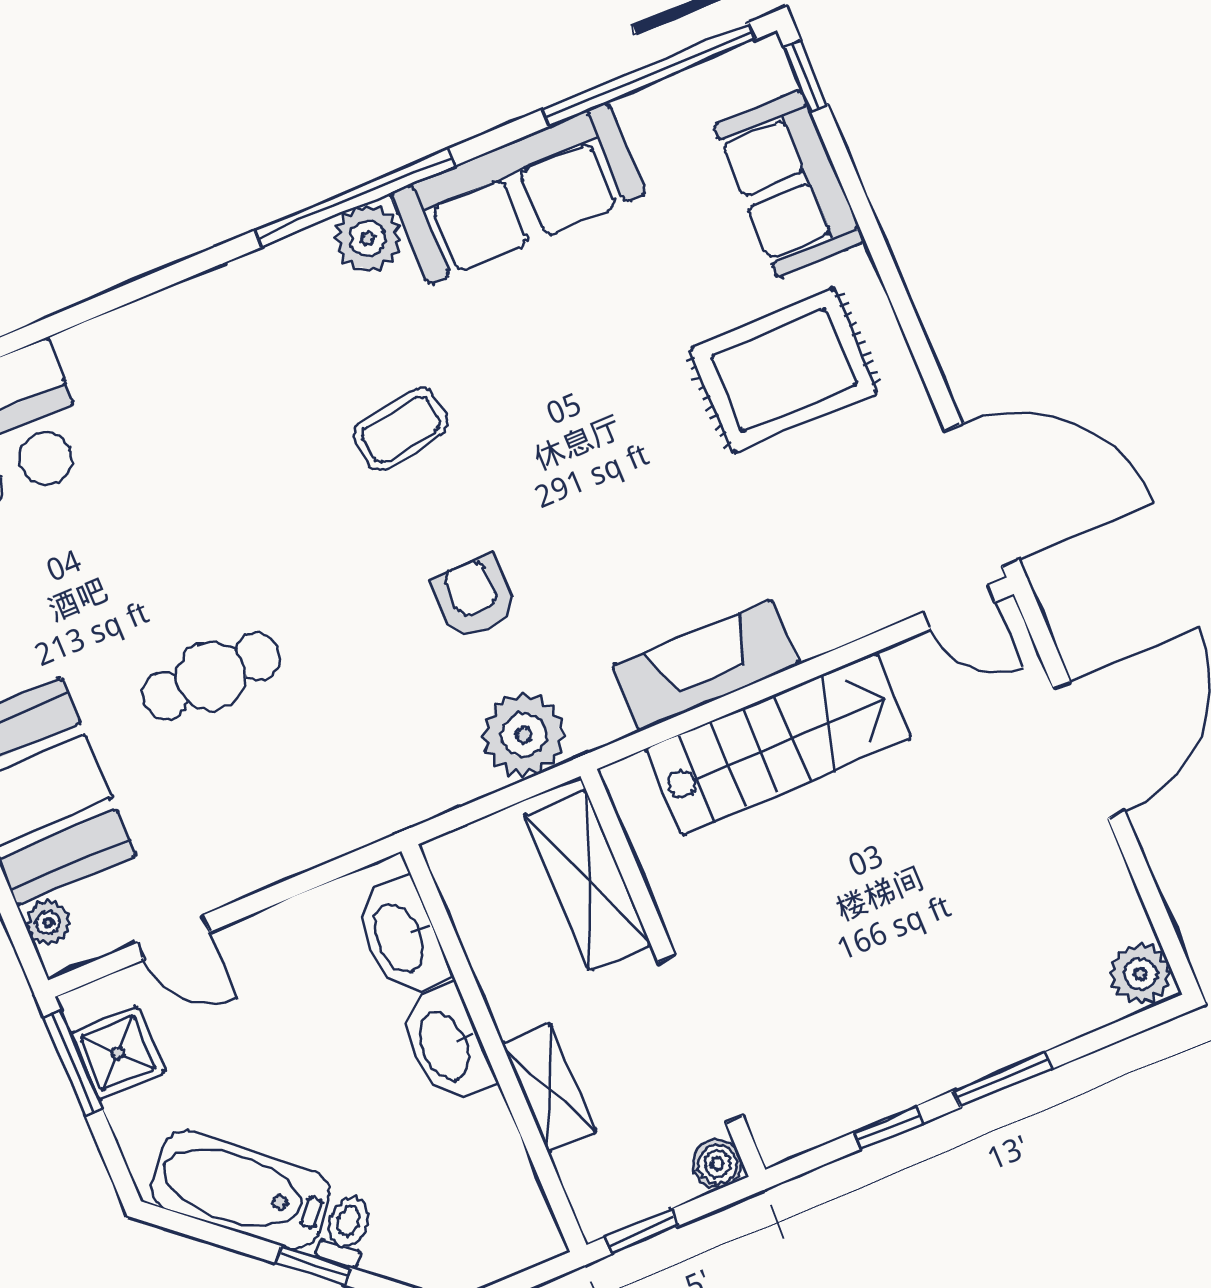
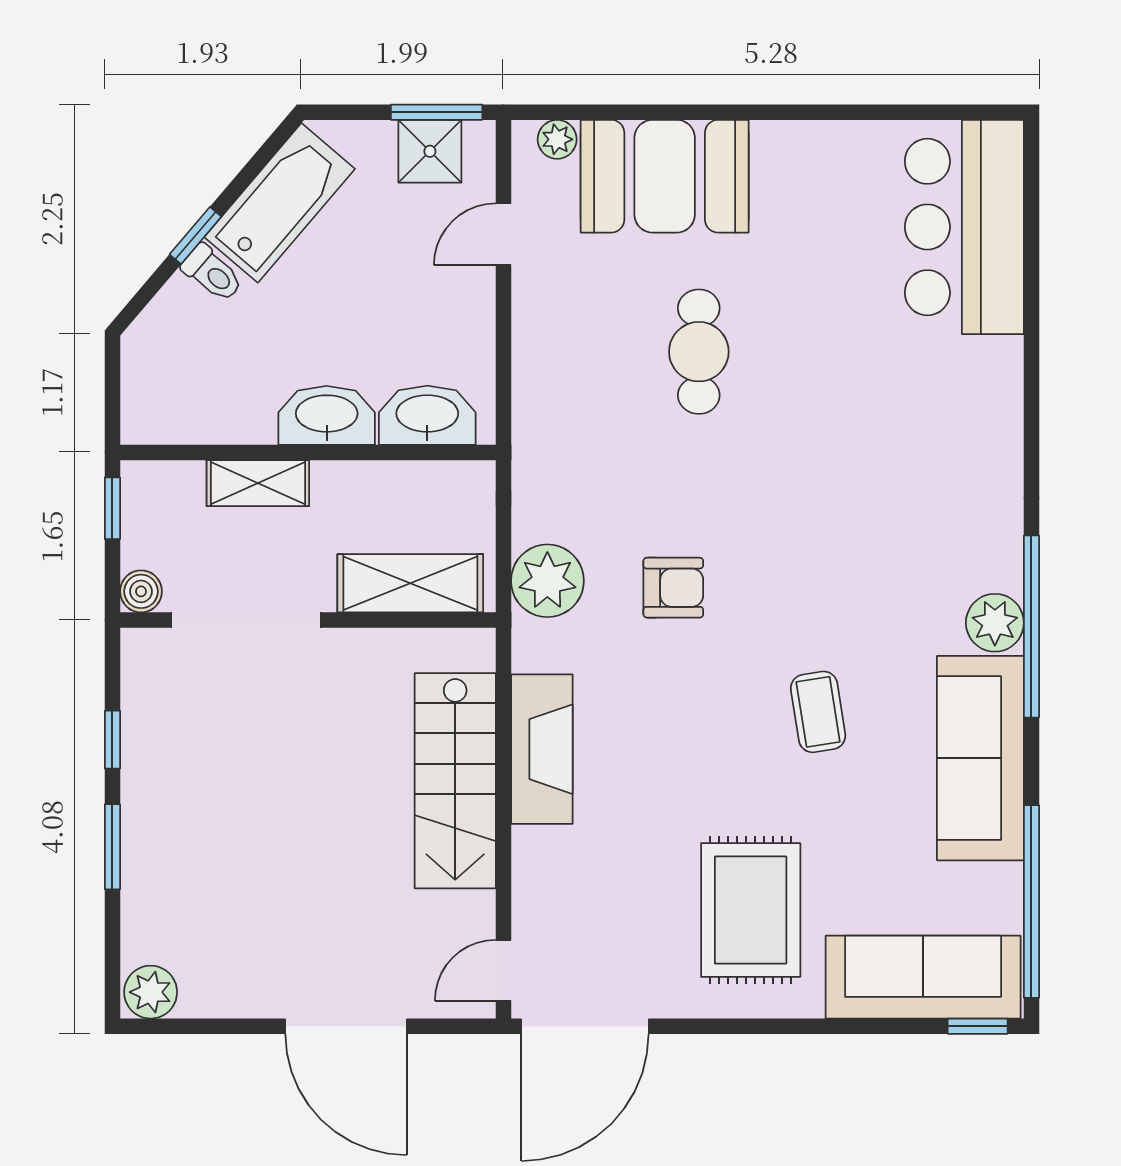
sofa: (790, 184) -> (923, 977), width x1.36
coffee table: (401, 429) -> (818, 712), moved

